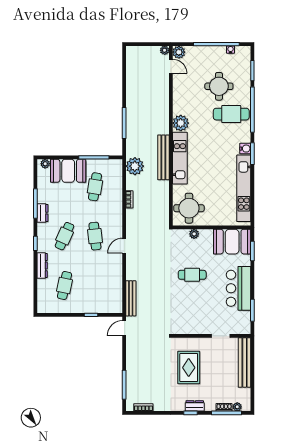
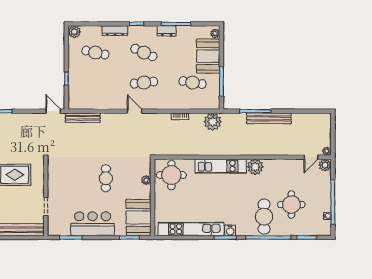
bench: (163, 157) -> (269, 118), moved
plant: (43, 307) -> (74, 32), added

